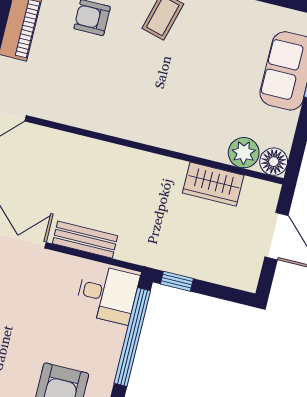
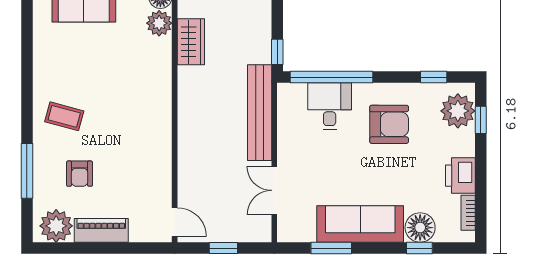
bench: (85, 240) -> (260, 113), width x1.86, depth x1.21
desk: (107, 294) -> (330, 106), moved

